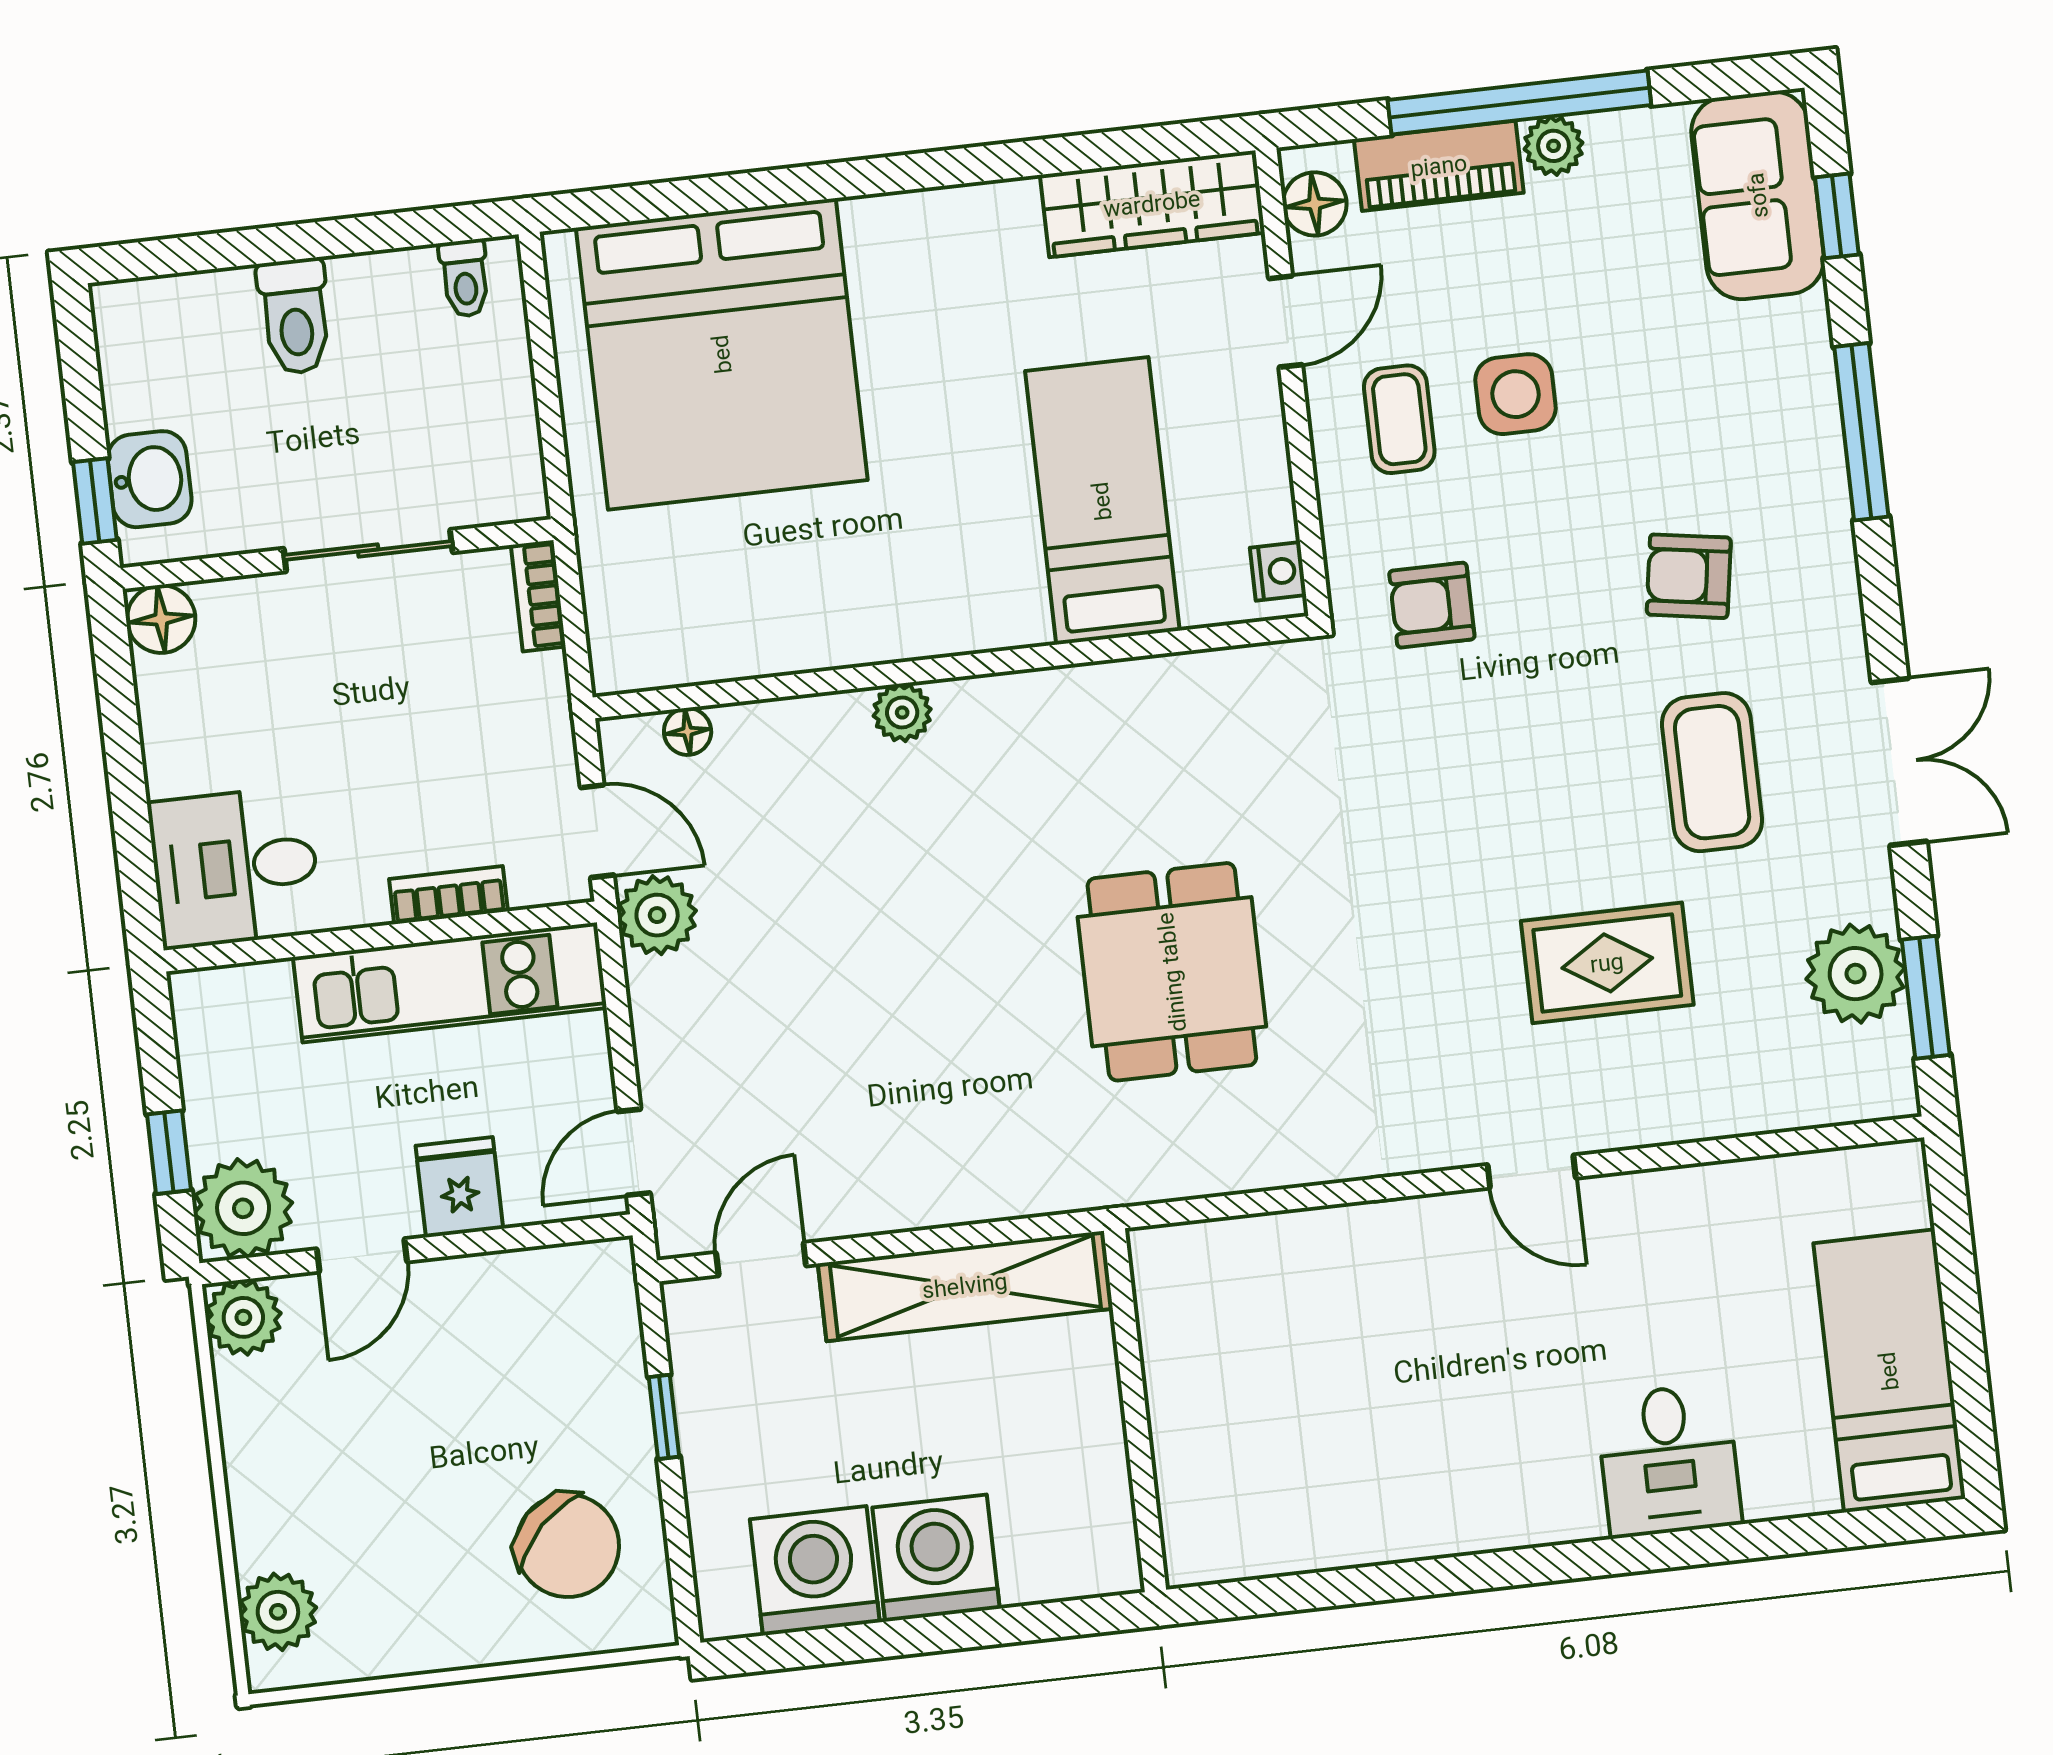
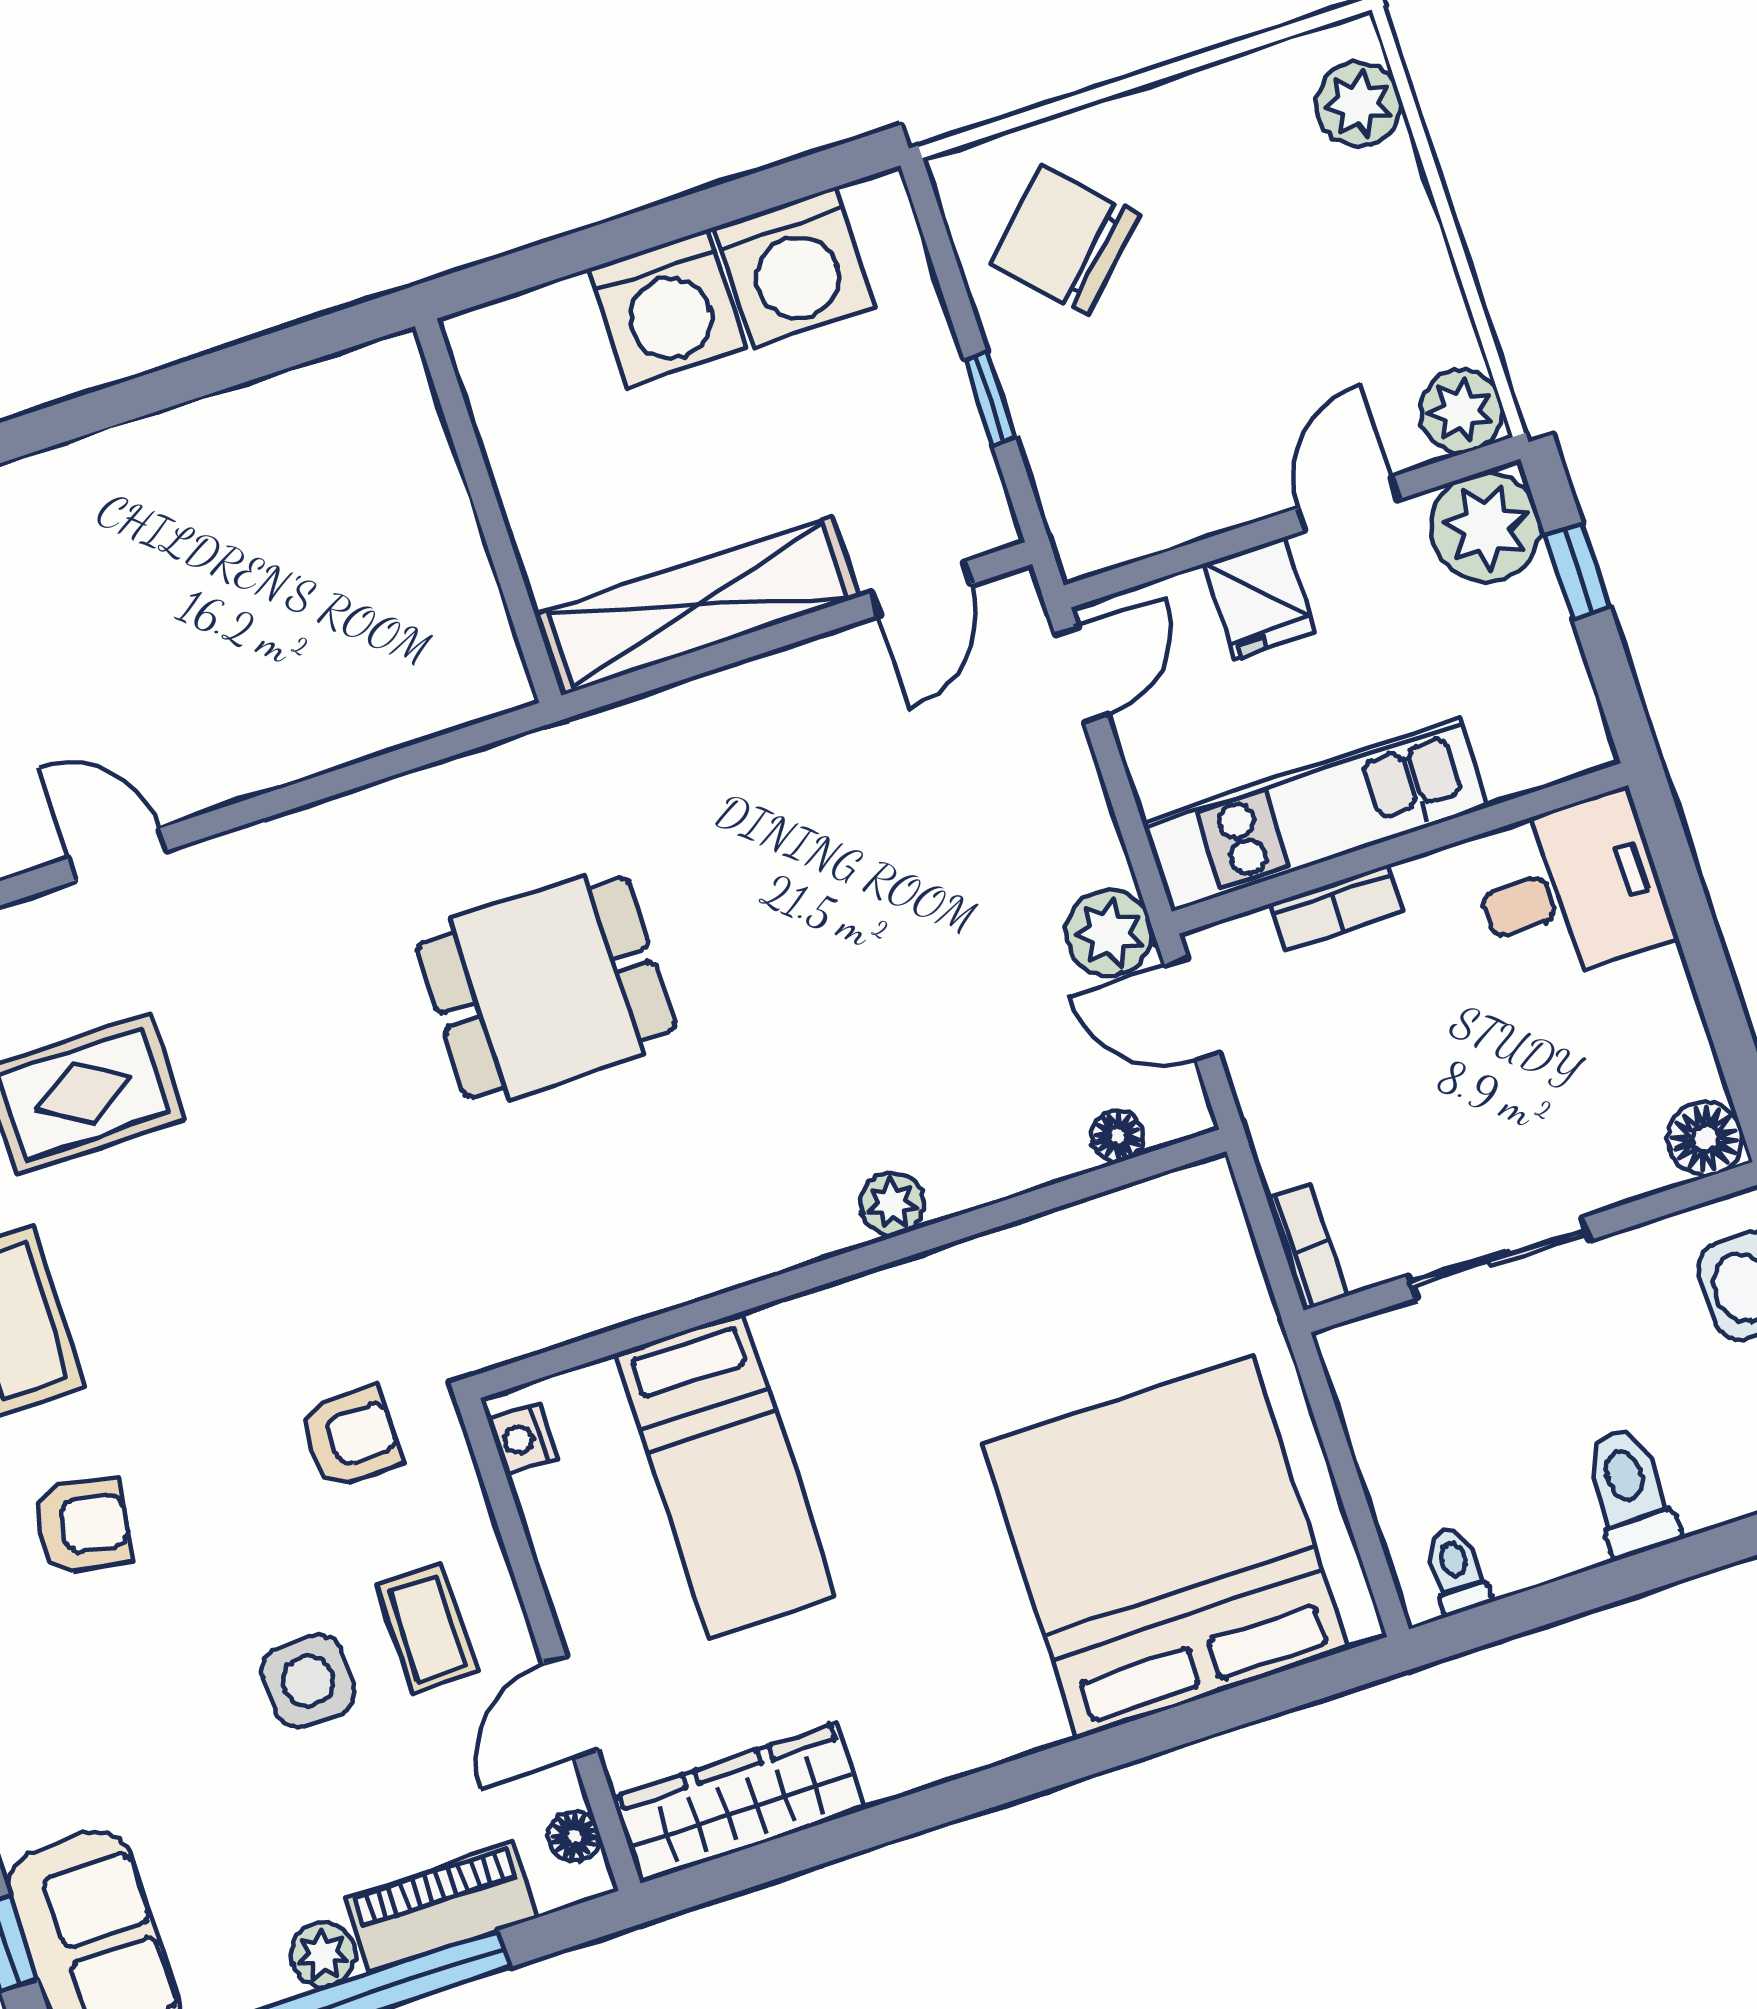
floor lamp: (1315, 204) -> (574, 1836), width x0.73, depth x0.73
dining table: (1172, 972) -> (546, 987), turned 90

